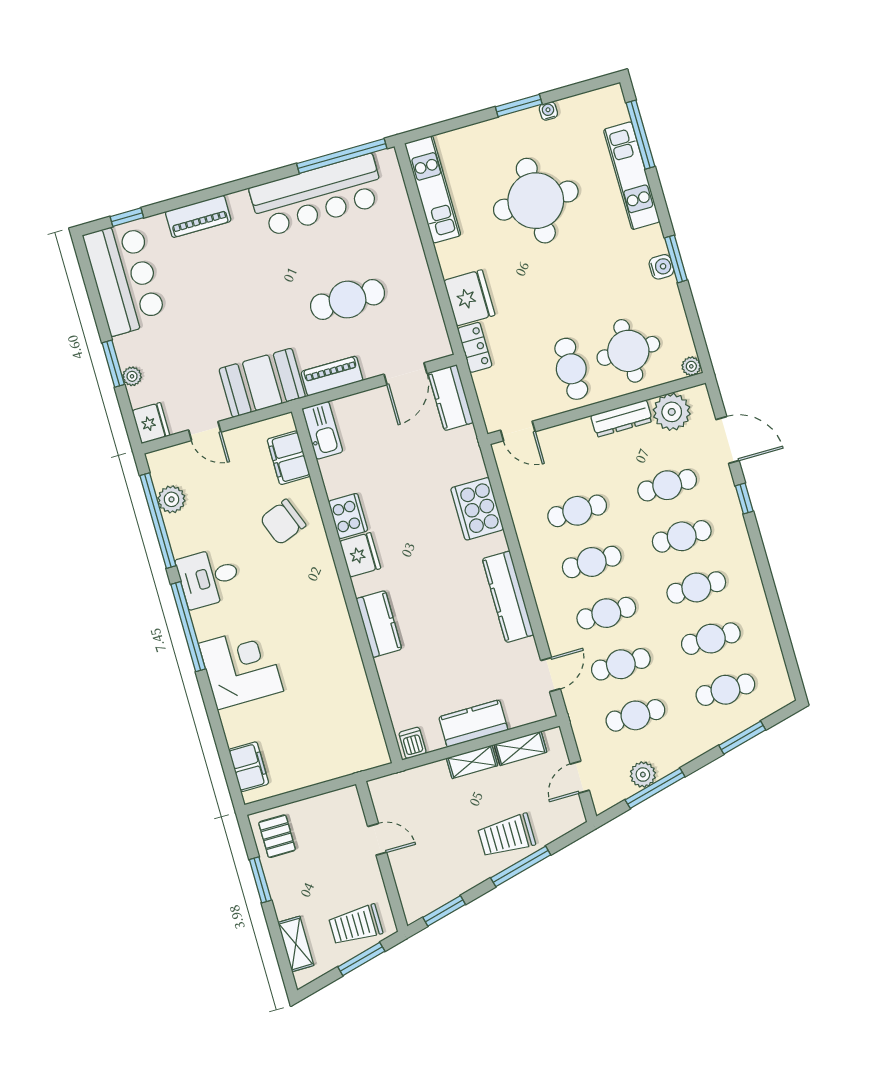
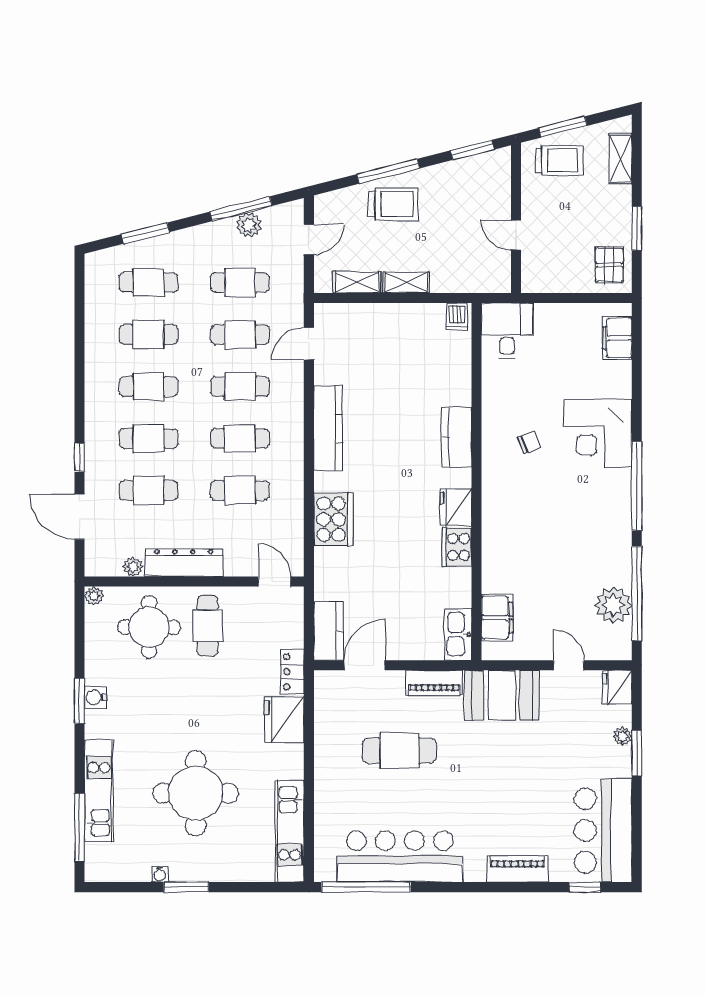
plant: (672, 412) -> (133, 567), width x0.53, depth x0.53
dresser: (622, 419) -> (184, 563), width x1.37, depth x1.24
plant: (172, 499) -> (613, 605), width x1.36, depth x1.36
chair: (283, 522) -> (529, 442), moved, width x0.54, depth x0.54
desk: (209, 578) -> (507, 331), moved, turned -90
kitchen counter: (473, 723) -> (395, 318), removed

